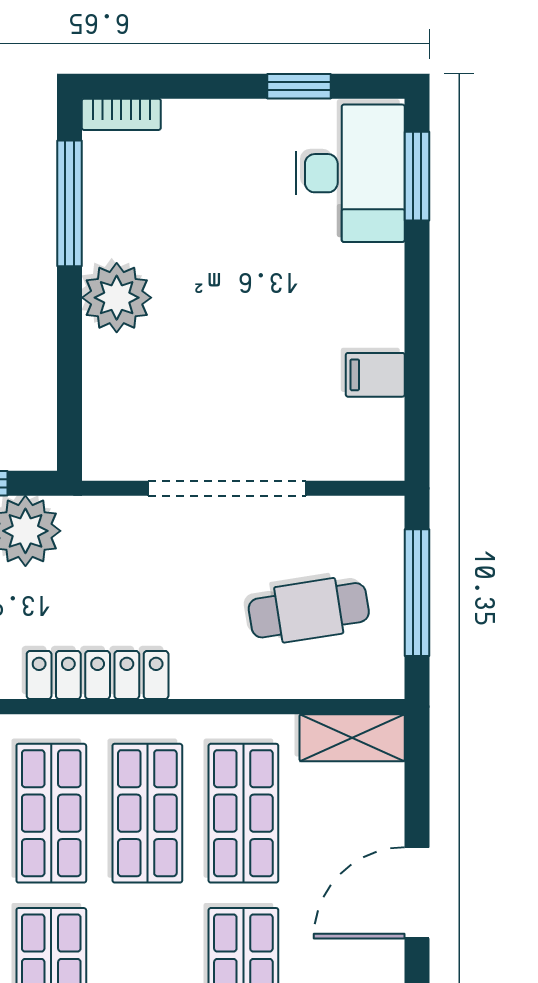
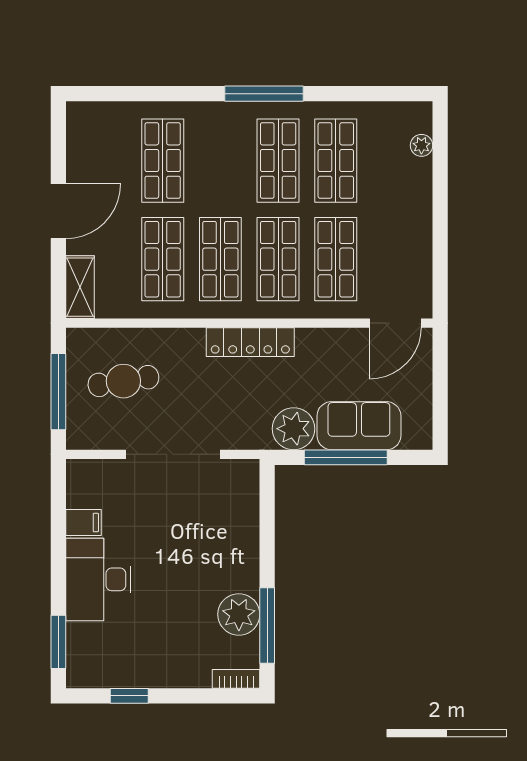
desk: (351, 173) -> (98, 579), moved
plant: (117, 298) -> (239, 614), moved
shelving: (352, 738) -> (80, 287), moved, turned 90

